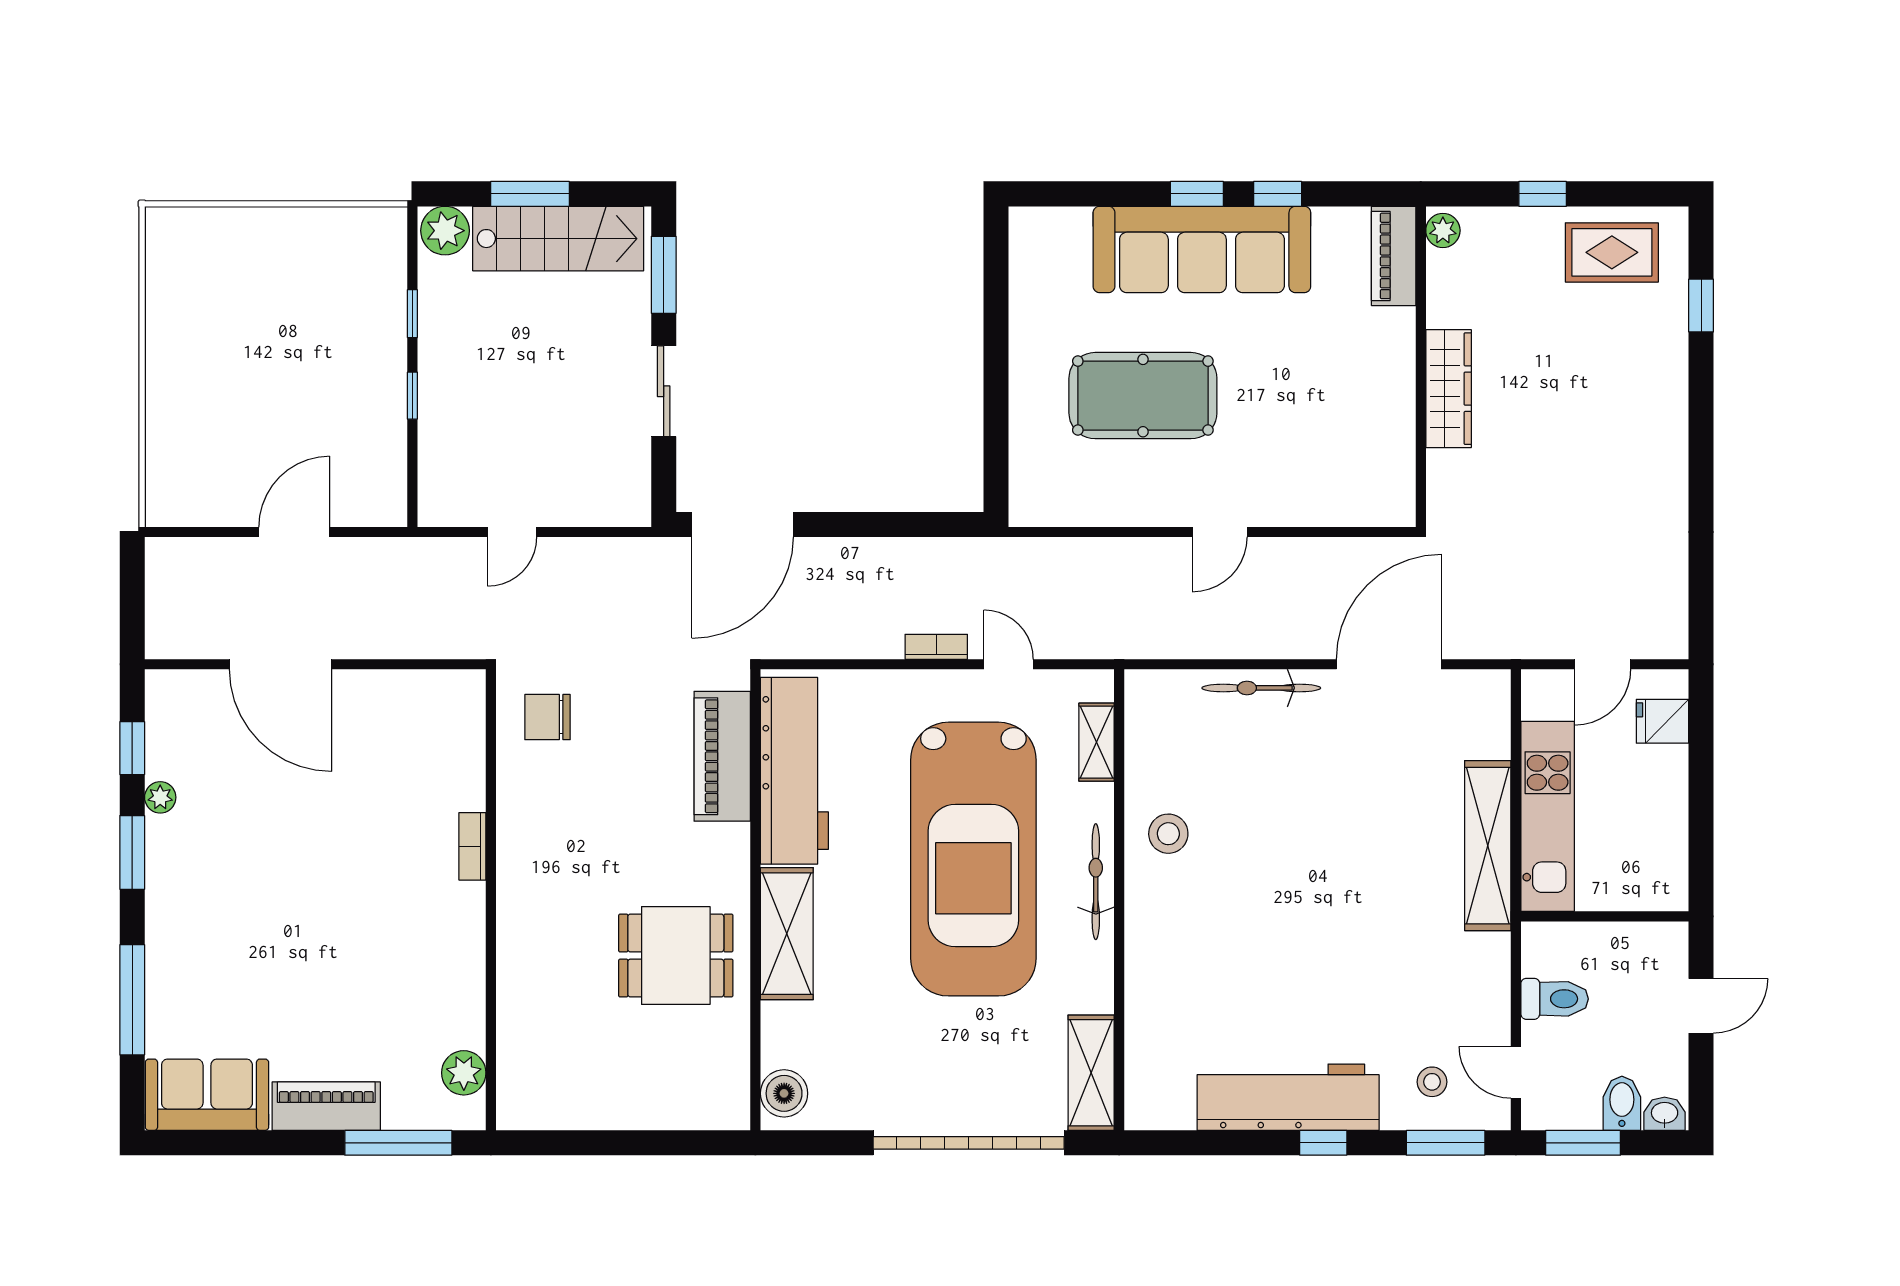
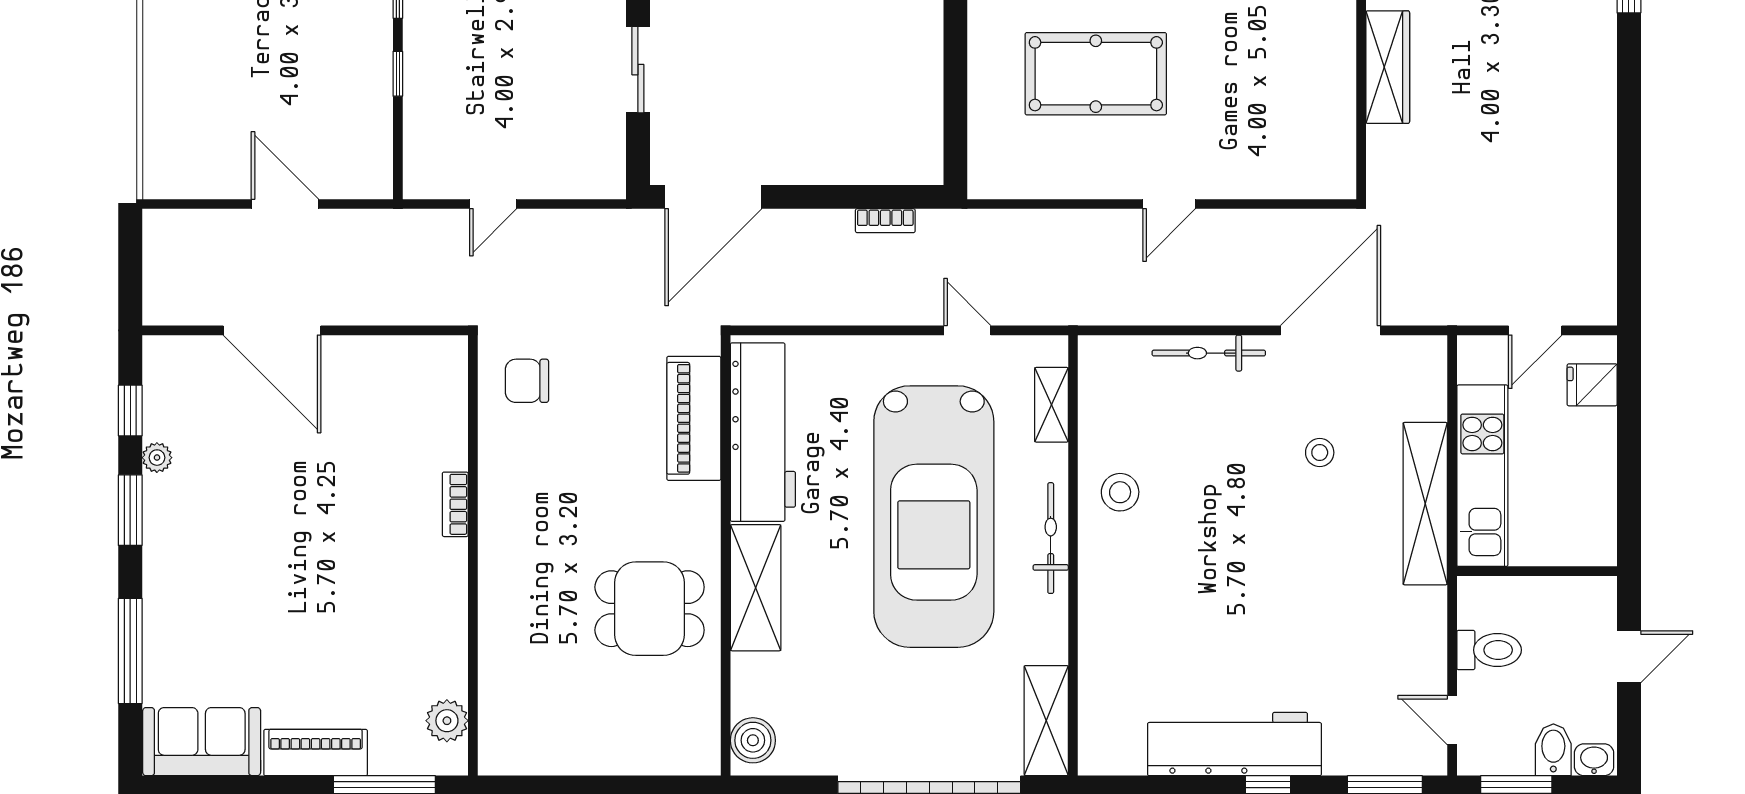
door: (294, 532) -> (285, 204), hinge flipped
bookcase: (936, 647) -> (885, 221), moved, turned 180
stool: (1432, 1082) -> (1320, 453), moved

